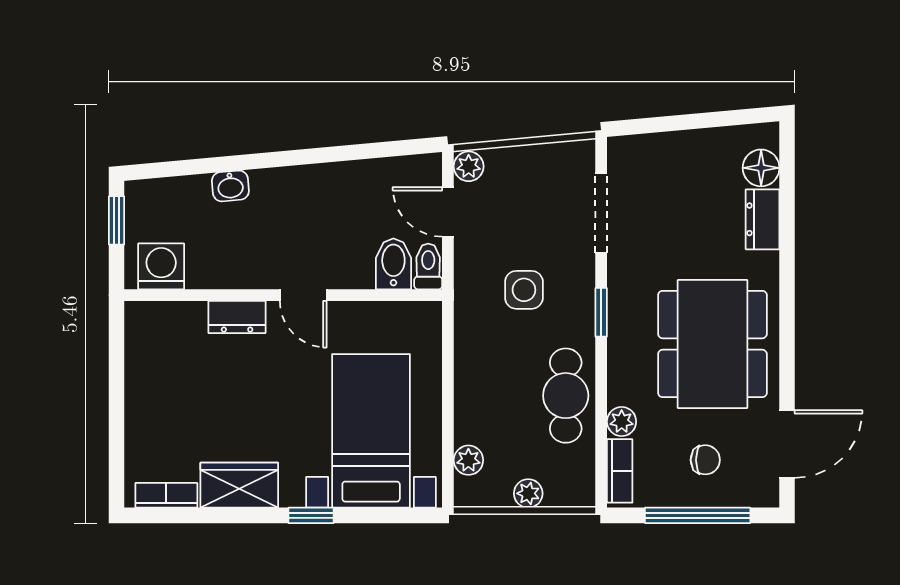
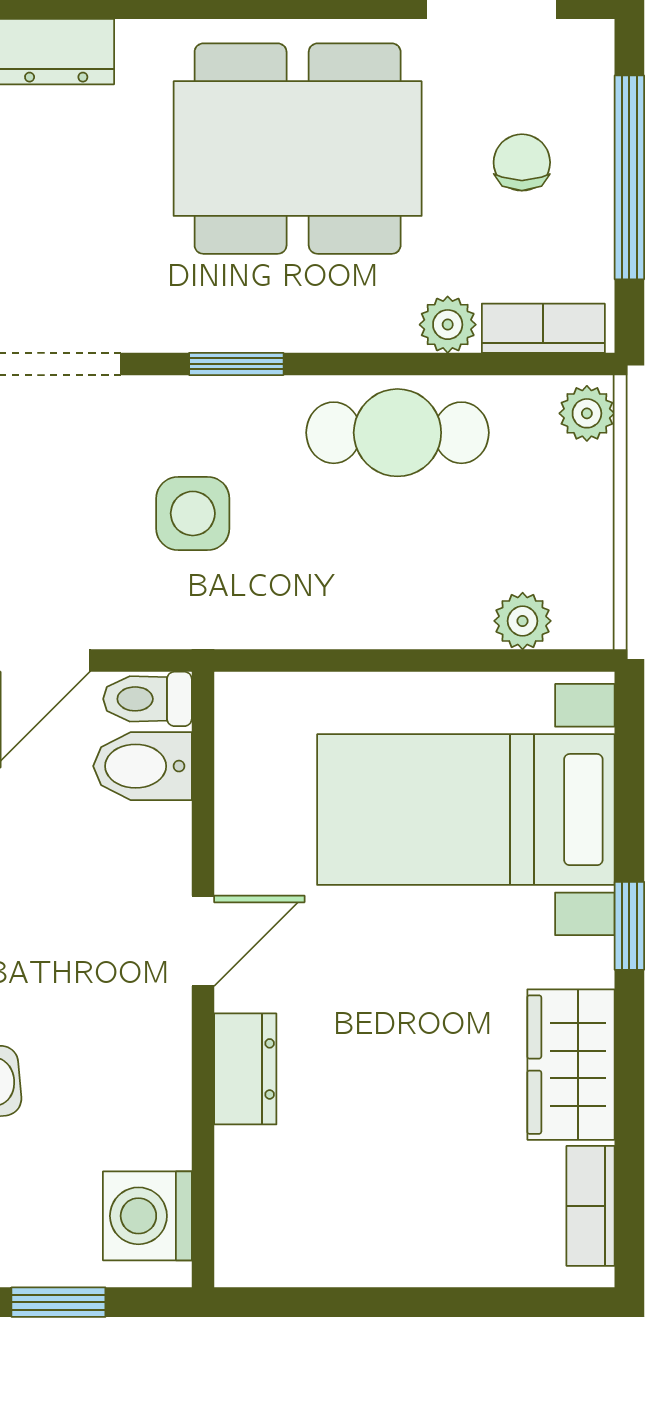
plant: (528, 493) -> (587, 413), moved

